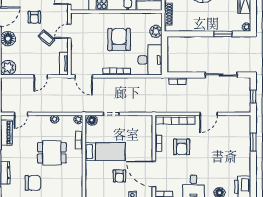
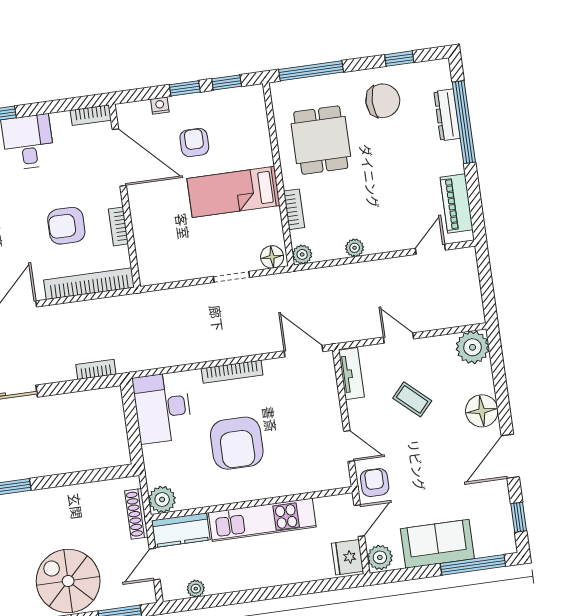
armchair: (34, 17) -> (375, 483), moved
door: (69, 31) -> (349, 446), hinge flipped
plant: (156, 31) -> (162, 499), moved
coffee table: (46, 38) -> (412, 399), moved
door: (41, 76) -> (398, 338), hinge flipped
armchair: (182, 147) -> (66, 226), turned -90
dining table: (52, 153) -> (321, 140), moved, turned 90
chair: (33, 183) -> (383, 101), turned 180

